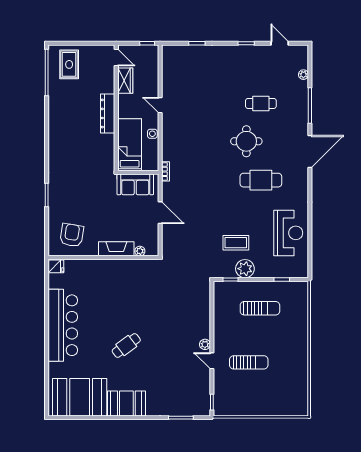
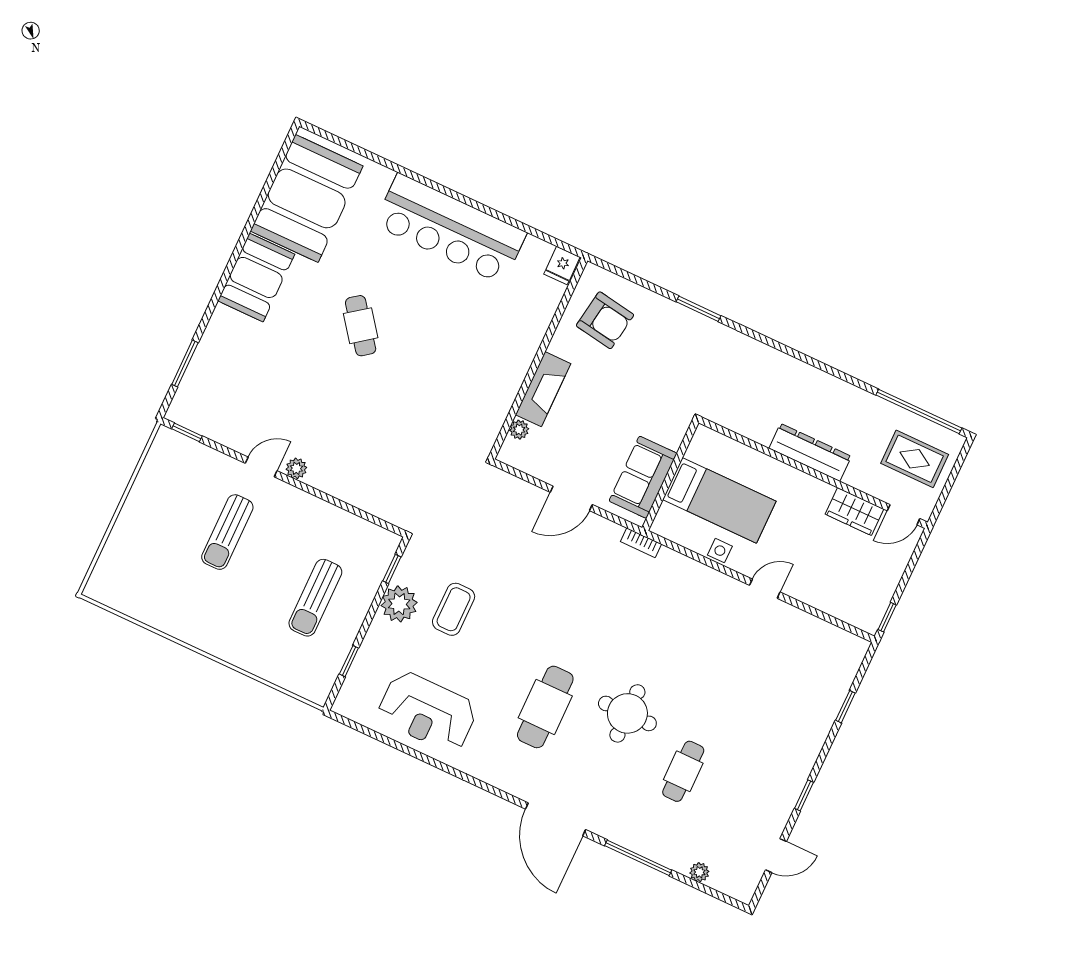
door: (116, 58) -> (904, 515), moved
wardrobe: (125, 81) -> (854, 512), moved
wall: (116, 108) -> (813, 473), moved
dresser: (108, 113) -> (810, 452), moved

